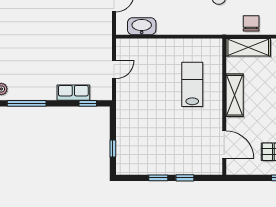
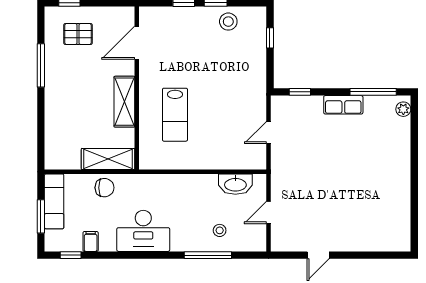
chair: (251, 23) -> (105, 188), turned -90
row of seats: (73, 93) -> (343, 105), moved
door: (224, 145) -> (137, 43), hinge flipped
stool: (148, 162) -> (228, 22), added

